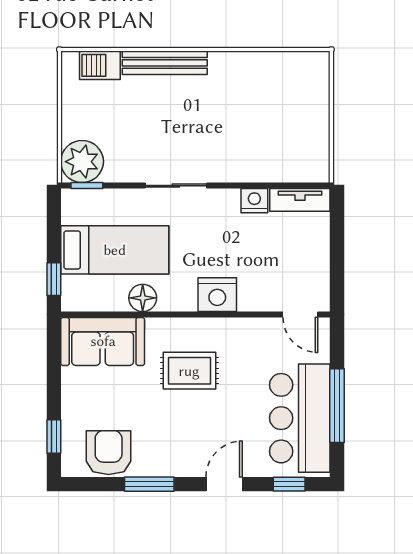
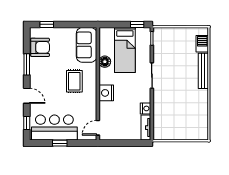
plant: (82, 162) -> (162, 36), removed
window: (54, 279) -> (137, 24), moved
window: (337, 406) -> (60, 143), width x0.46

